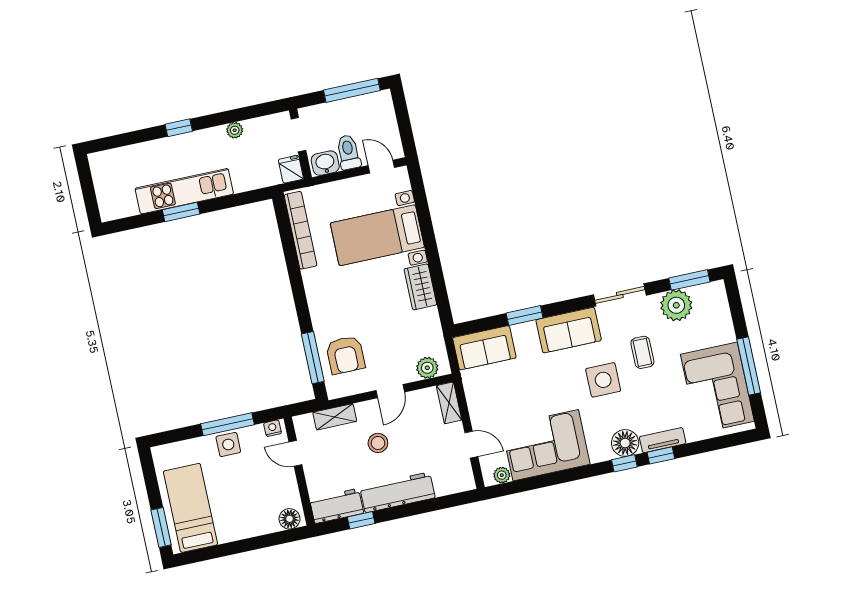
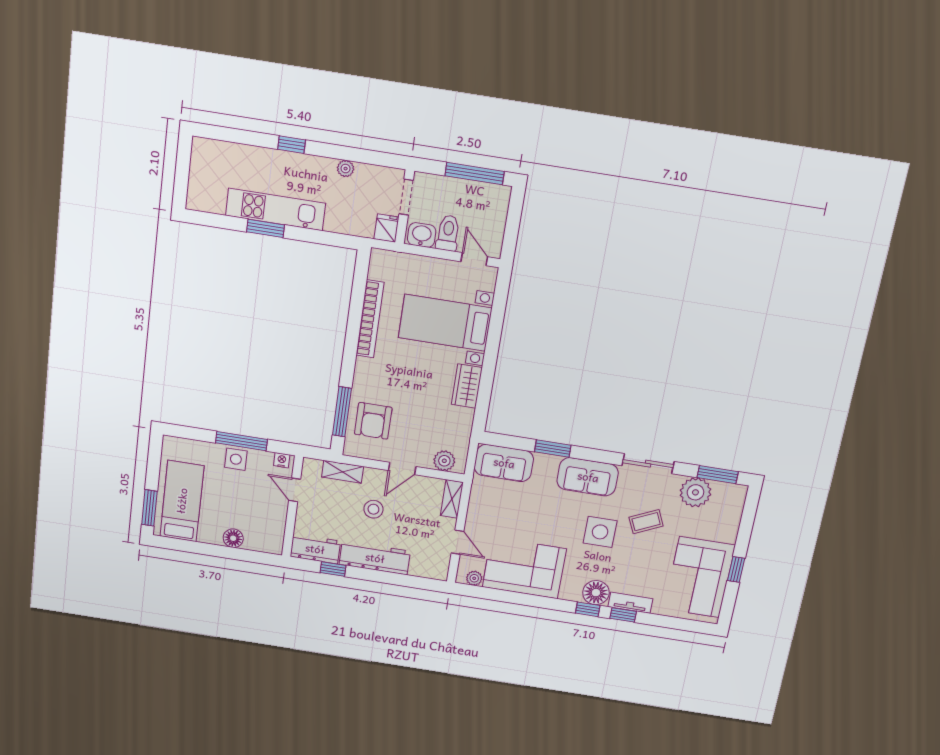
bookcase: (300, 230) -> (370, 319), moved
coffee table: (642, 352) -> (646, 522), turned 65
window: (749, 366) -> (736, 569), width x0.46
floor lamp: (290, 519) -> (233, 538), moved

